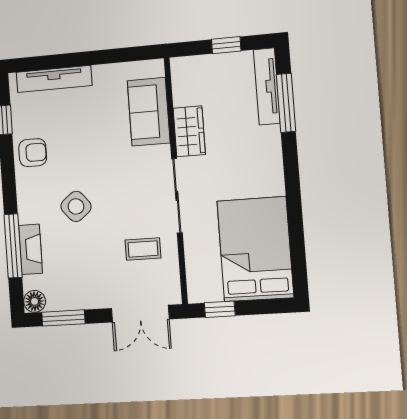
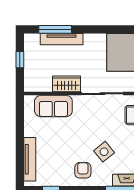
tv unit: (267, 86) -> (62, 39), moved
armchair: (33, 153) -> (83, 170), moved

